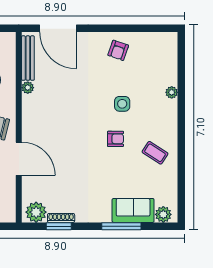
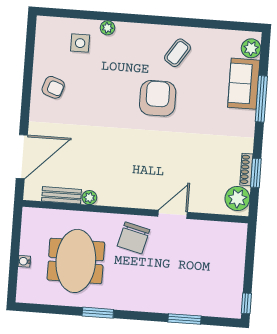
bench: (28, 58) -> (62, 195), width x0.73
side table: (122, 104) -> (80, 43), moved
armchair: (116, 139) -> (158, 98), width x1.88, depth x1.88
door: (19, 159) -> (173, 214), width x0.73

